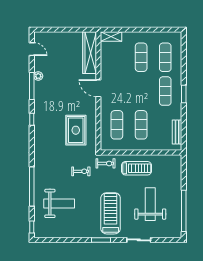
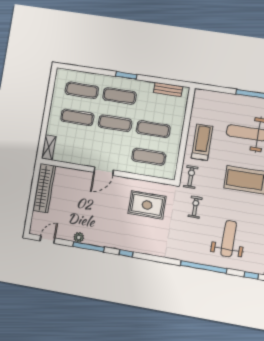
wardrobe: (90, 53) -> (44, 188), moved, turned -90
exercise mat: (141, 91) -> (115, 123), added

